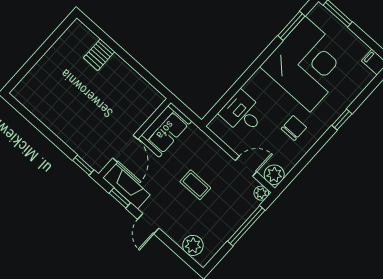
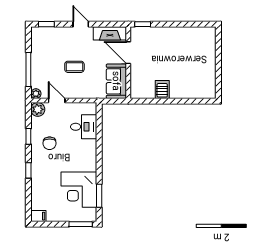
server rack: (99, 55) -> (162, 90), moved
corner desk: (308, 64) -> (79, 190), width x0.74, depth x0.74
window: (310, 155) -> (28, 136), added
door: (246, 166) -> (57, 101), swing flipped
window: (120, 198) -> (46, 24), moved
plant: (193, 245) -> (47, 34), removed

